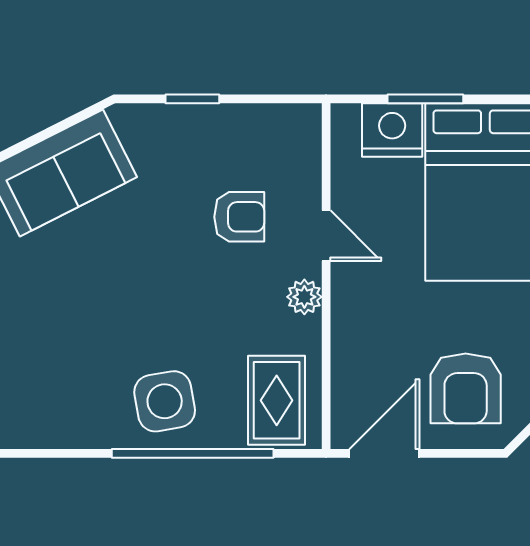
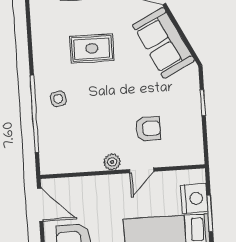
armchair: (239, 217) -> (148, 129), turned -90
rug: (277, 400) -> (92, 48), moved
side table: (165, 401) -> (58, 99), width x0.54, depth x0.54

